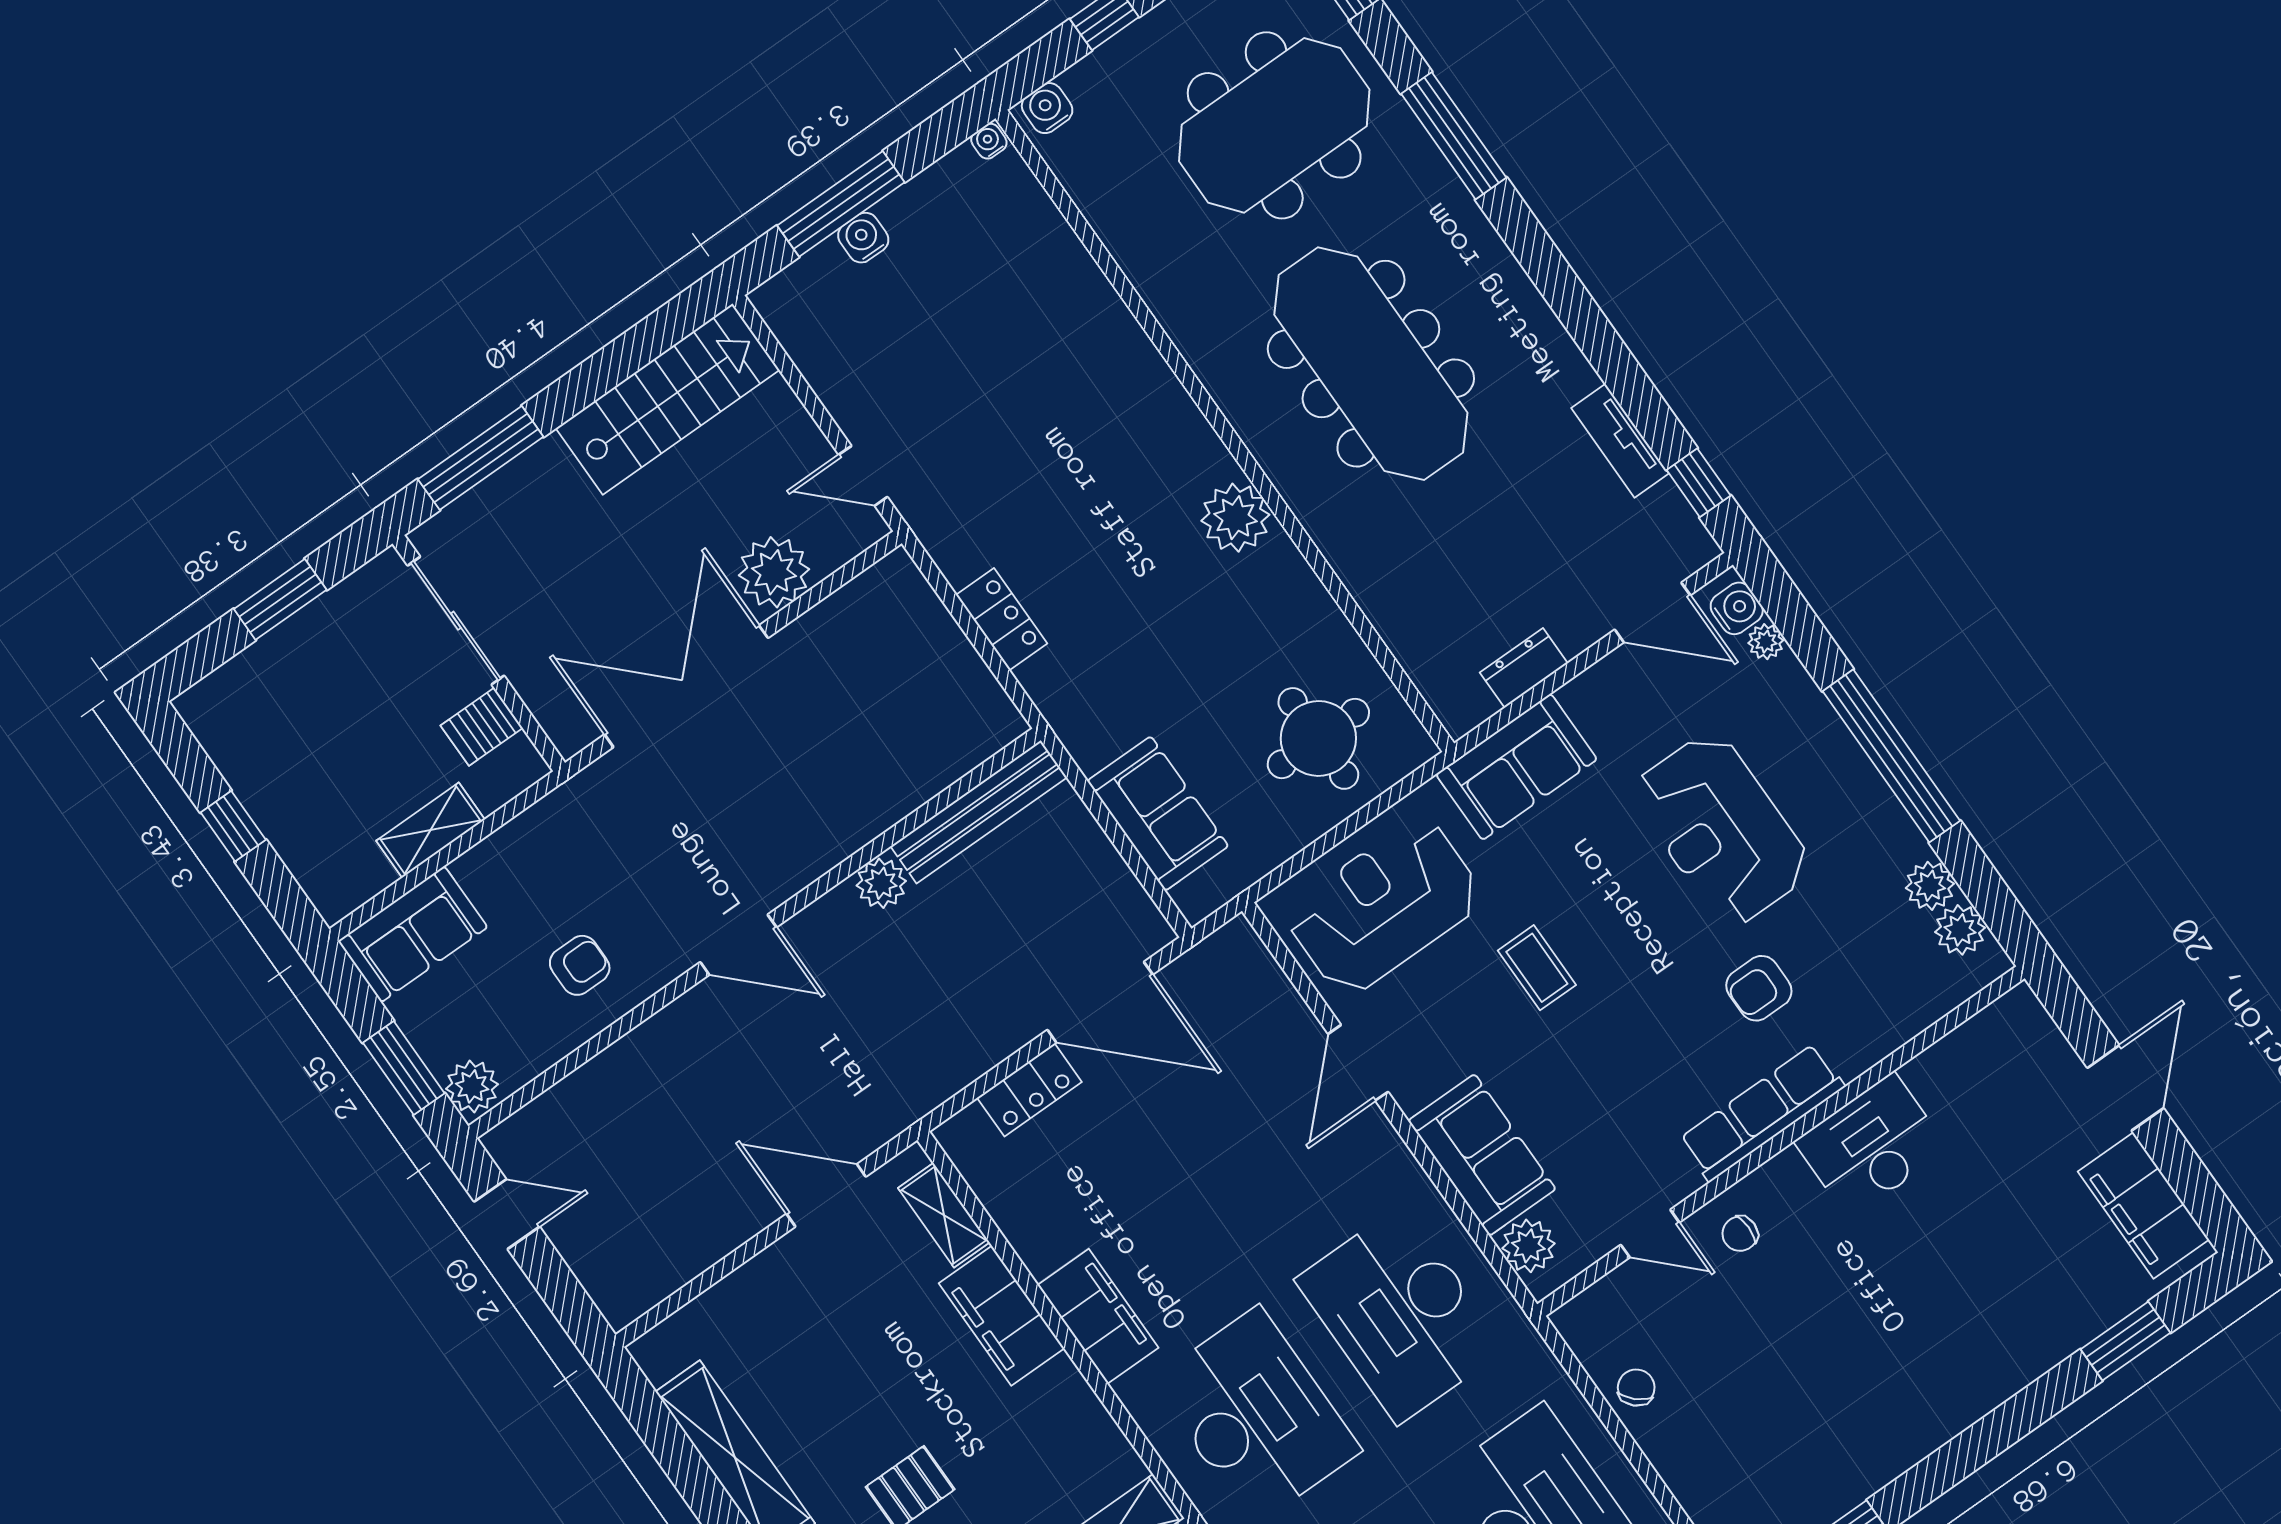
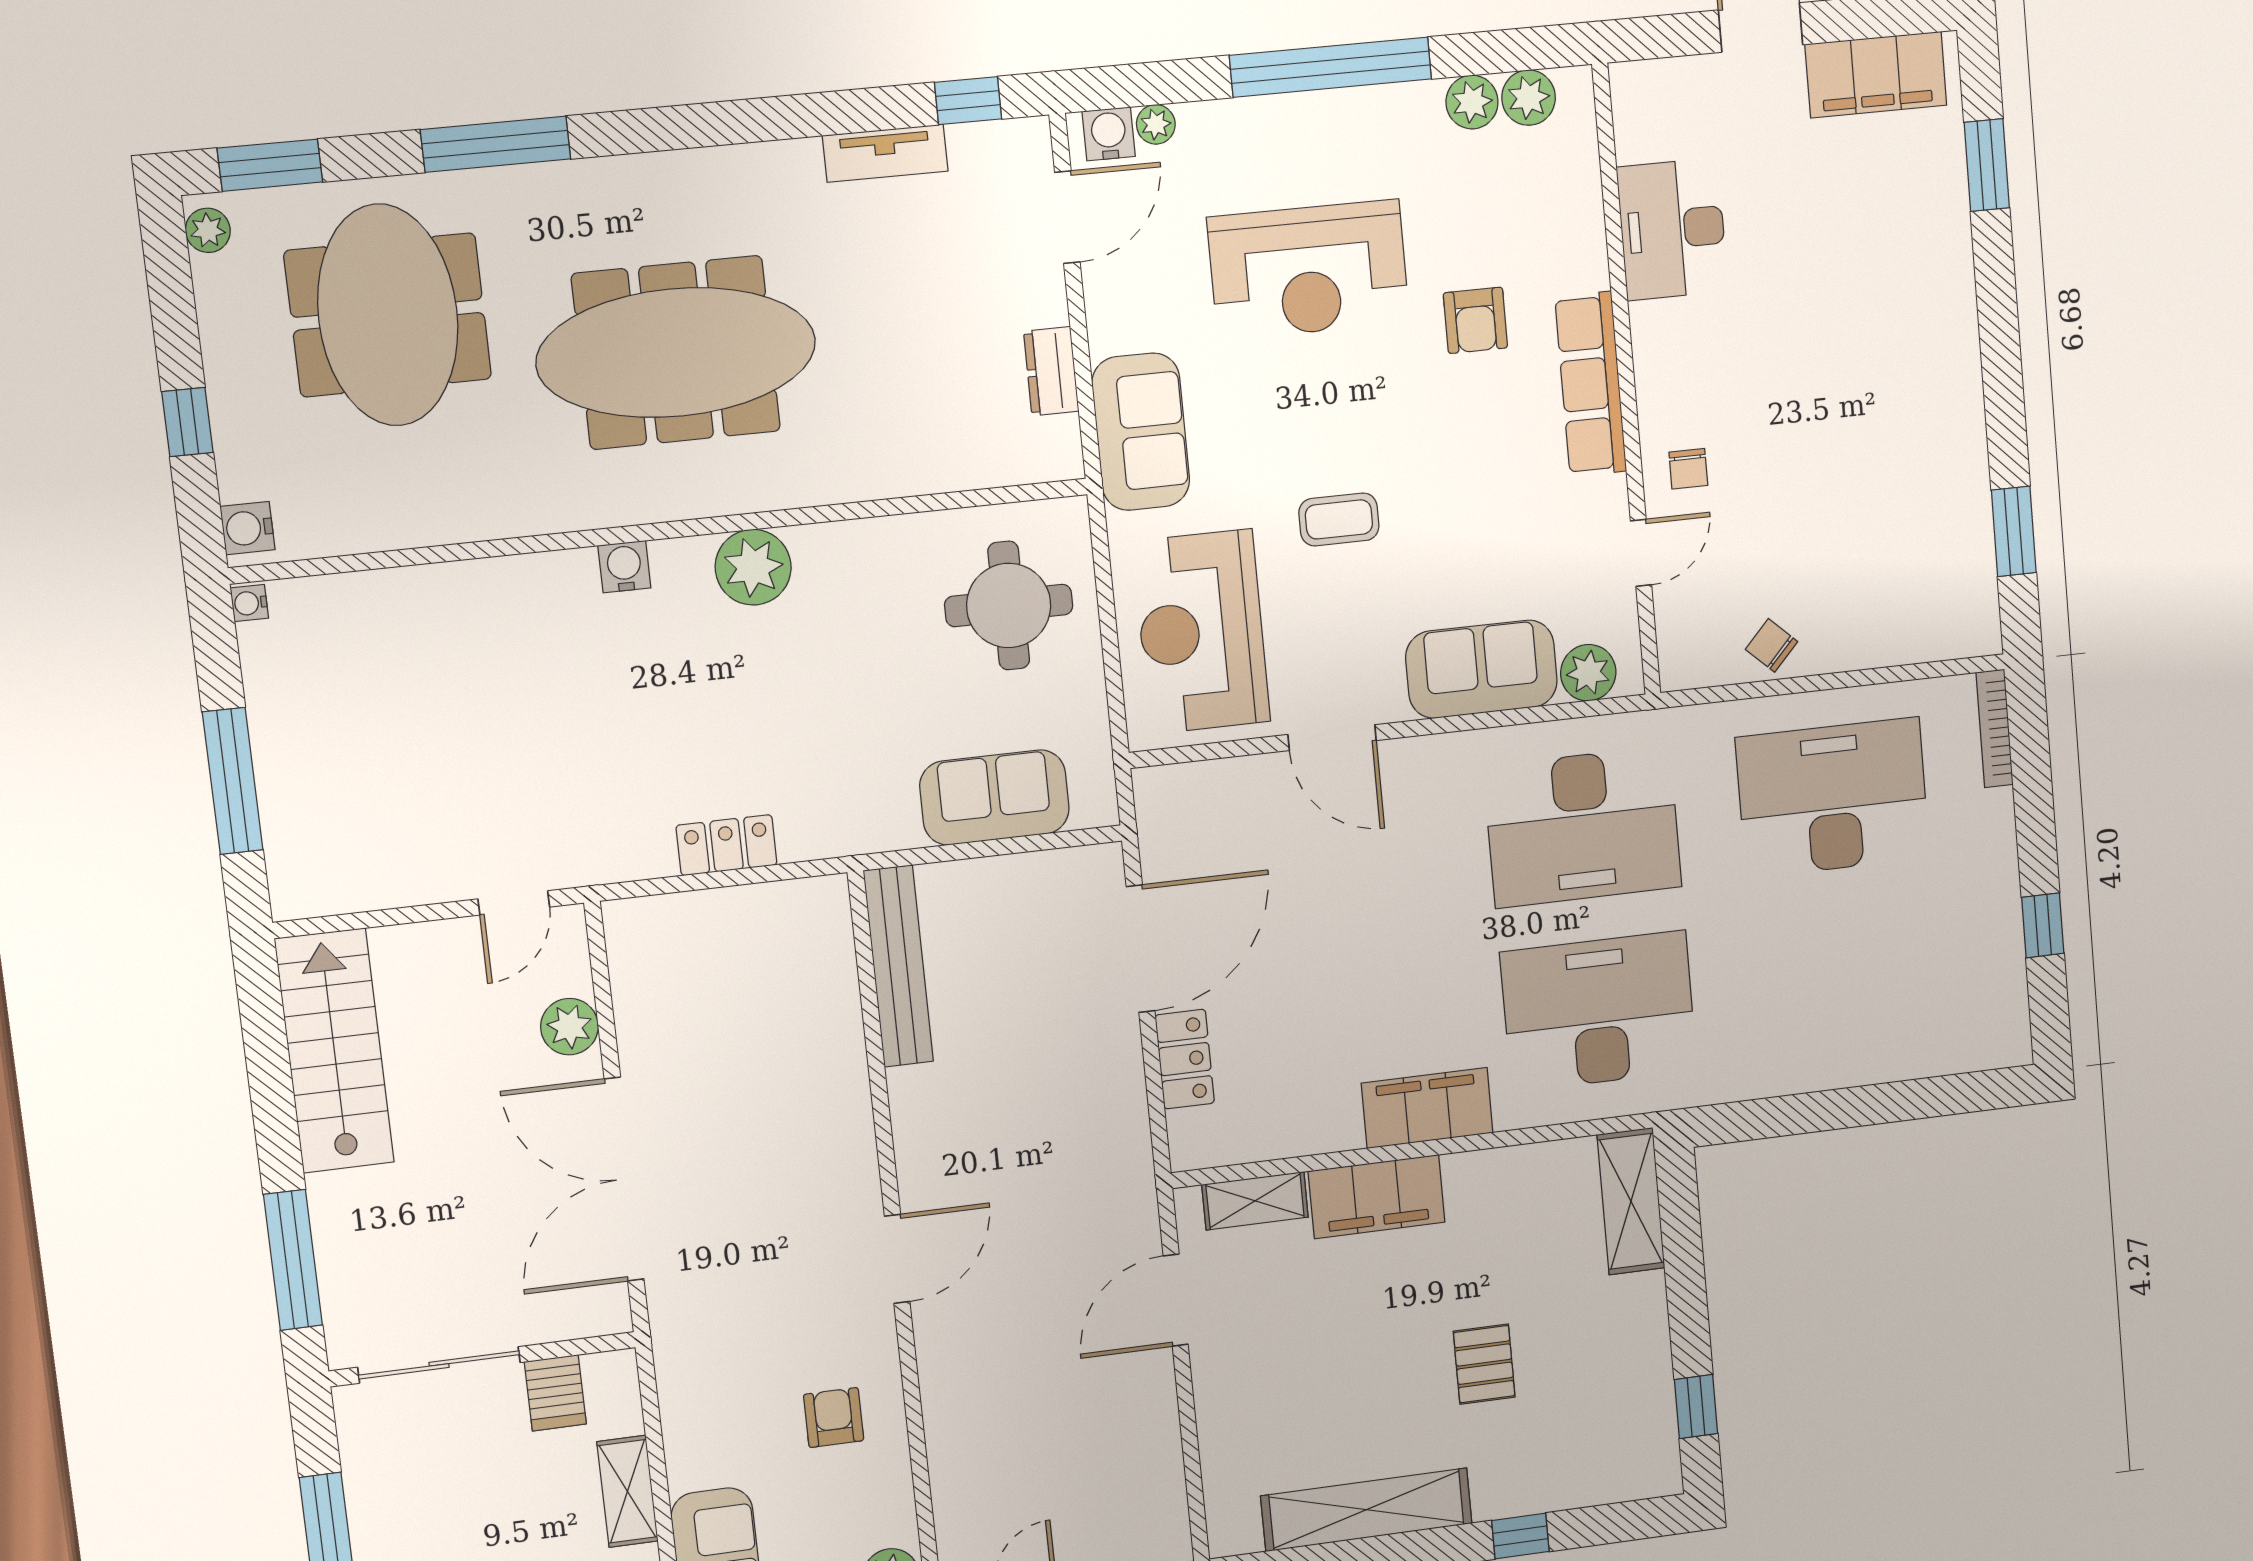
water cooler: (863, 238) -> (624, 567), moved, turned 90
plant: (774, 572) -> (570, 1027), width x0.73, depth x0.73
plant: (881, 883) -> (914, 1094), removed
desk: (1871, 1145) -> (1672, 229), moved

